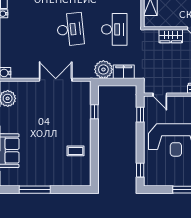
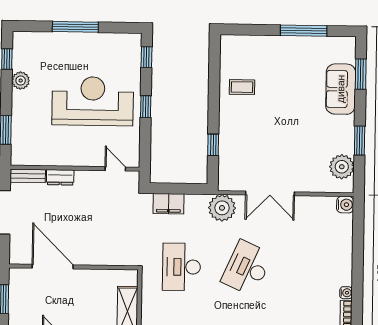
desk: (70, 29) -> (247, 268), turned 30
wardrobe: (171, 36) -> (98, 256), removed
plant: (103, 69) -> (222, 208), moved
window: (140, 115) -> (146, 107), moved

